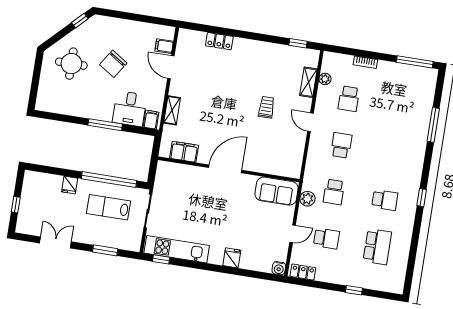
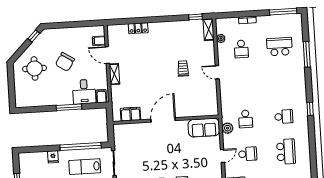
shelving: (308, 82) -> (209, 30), moved
shelving: (172, 110) -> (114, 74), moved
school desk: (341, 145) -> (280, 47), moved, width x1.85

